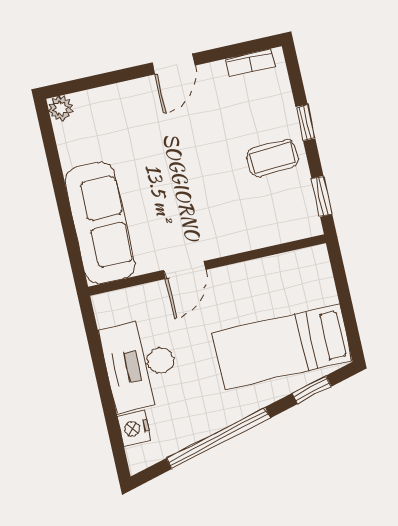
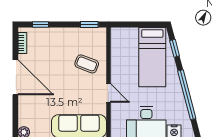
door: (174, 64) -> (15, 77), width x1.87
window: (305, 123) -> (40, 24), moved
coffee table: (272, 158) -> (87, 64), moved, turned -65

